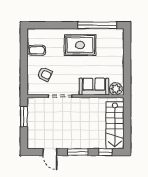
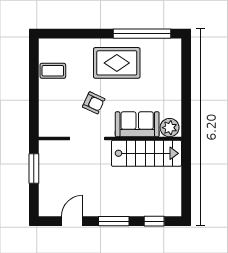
armchair: (45, 74) -> (94, 103), moved
stairs: (115, 125) -> (146, 153), moved, turned -90
door: (50, 152) -> (72, 221), swing flipped

